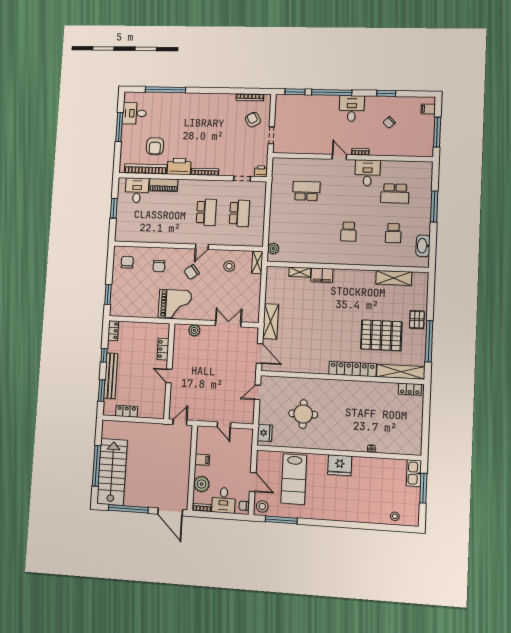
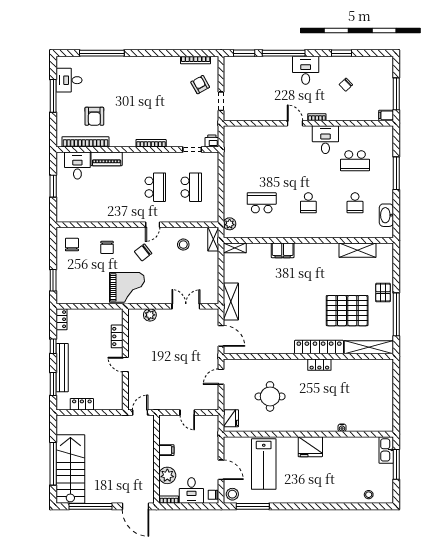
filing cabinet: (428, 109) -> (386, 115), moved
printer: (179, 166) -> (122, 138), removed
school desk: (306, 191) -> (262, 203), moved
shelving: (300, 272) -> (235, 248), moved
locker: (410, 389) -> (319, 365), moved

